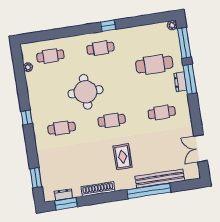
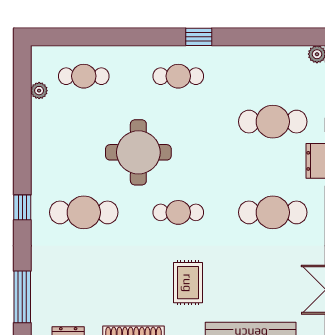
cafe table: (162, 113) -> (273, 212), width x1.37, depth x1.35
window: (27, 117) -> (22, 207), moved
cafe table: (62, 128) -> (84, 212), width x1.37, depth x1.35
window: (36, 178) -> (22, 297), width x1.44

